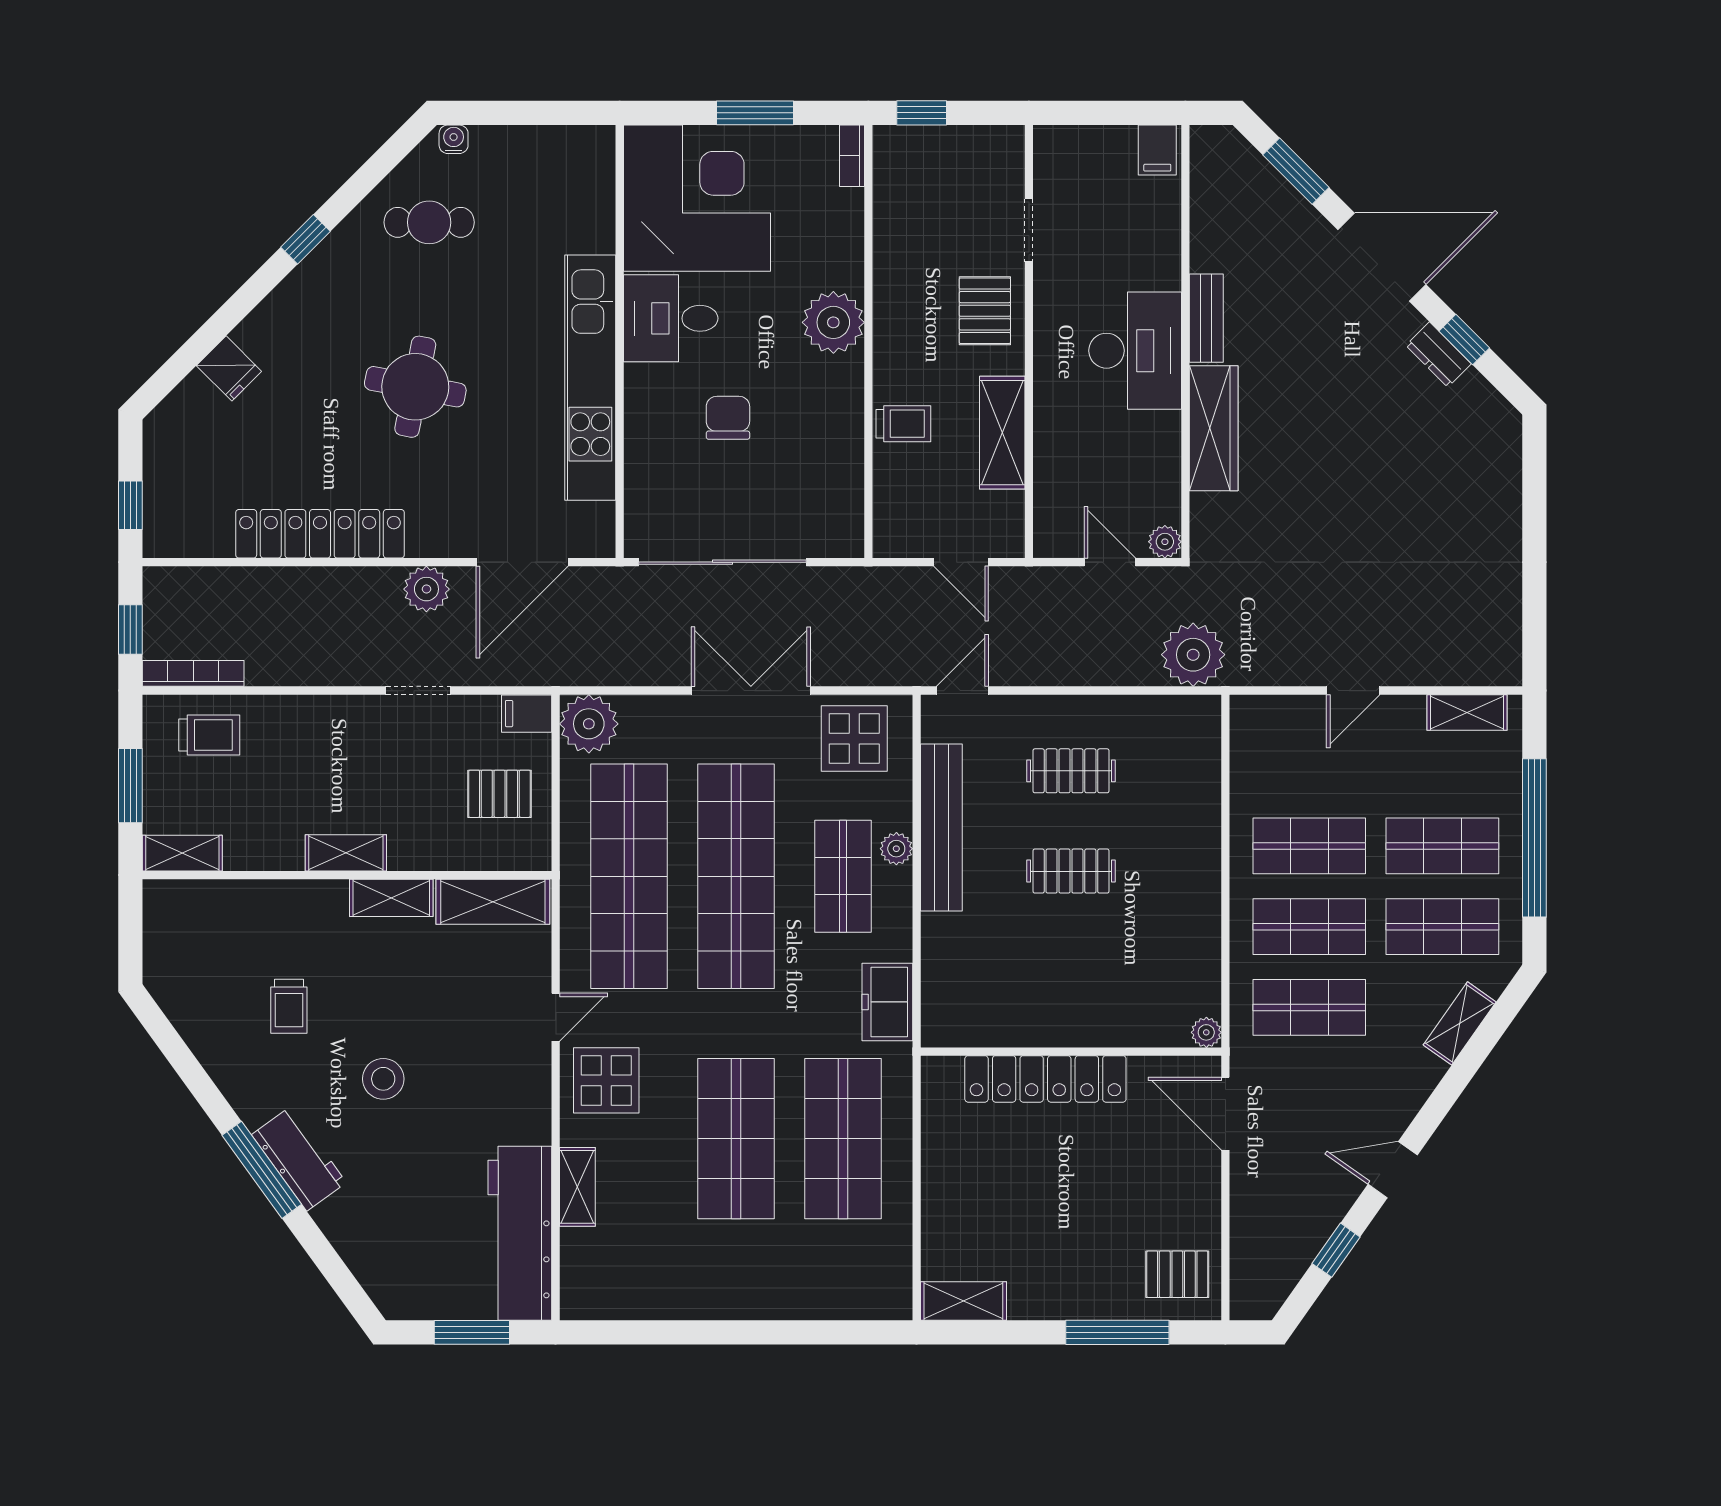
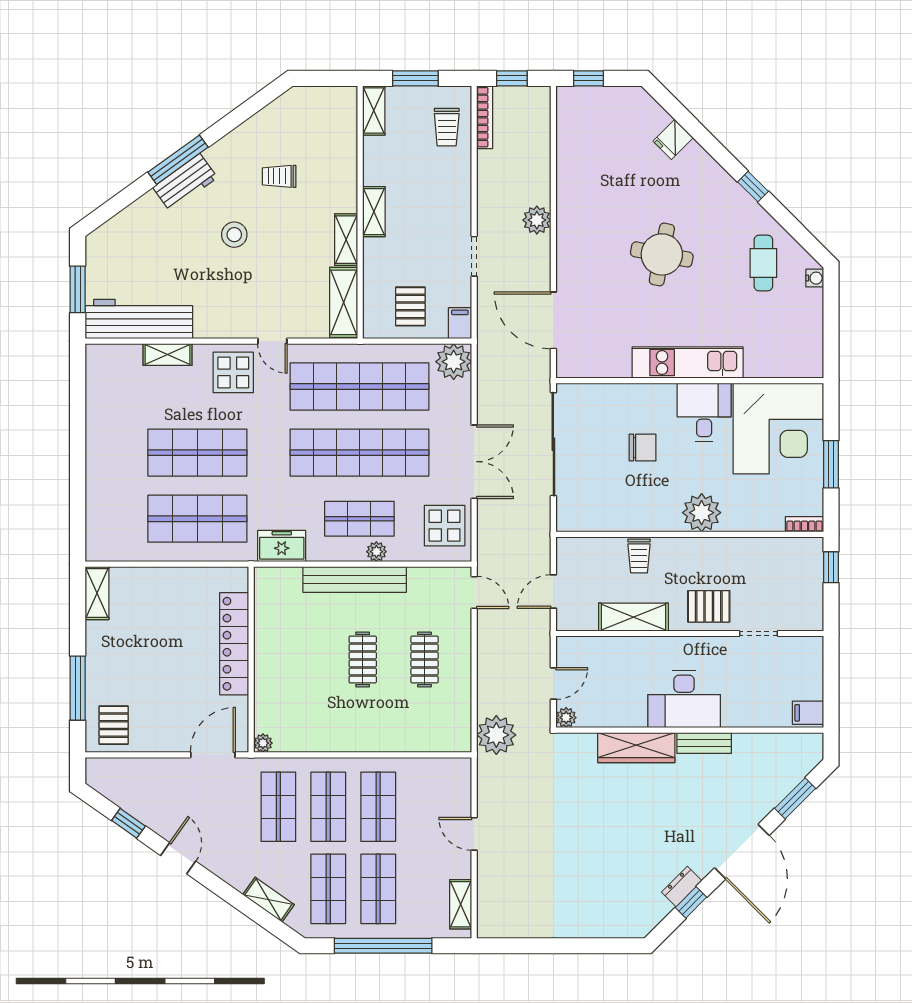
kitchen unit: (590, 378) -> (688, 363), width x0.73
locker: (320, 534) -> (571, 196), removed
plant: (426, 589) -> (537, 220), moved
bench: (941, 827) -> (355, 579), moved

